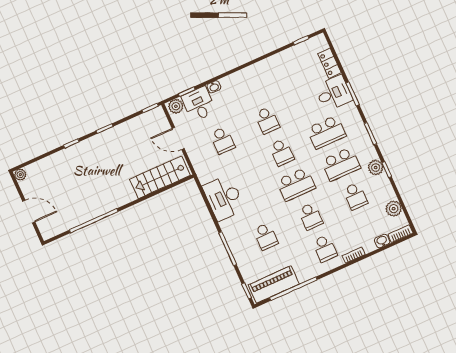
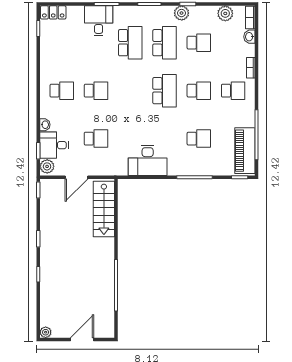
locker: (329, 63) -> (53, 12), moved
school desk: (282, 152) -> (62, 91), moved

